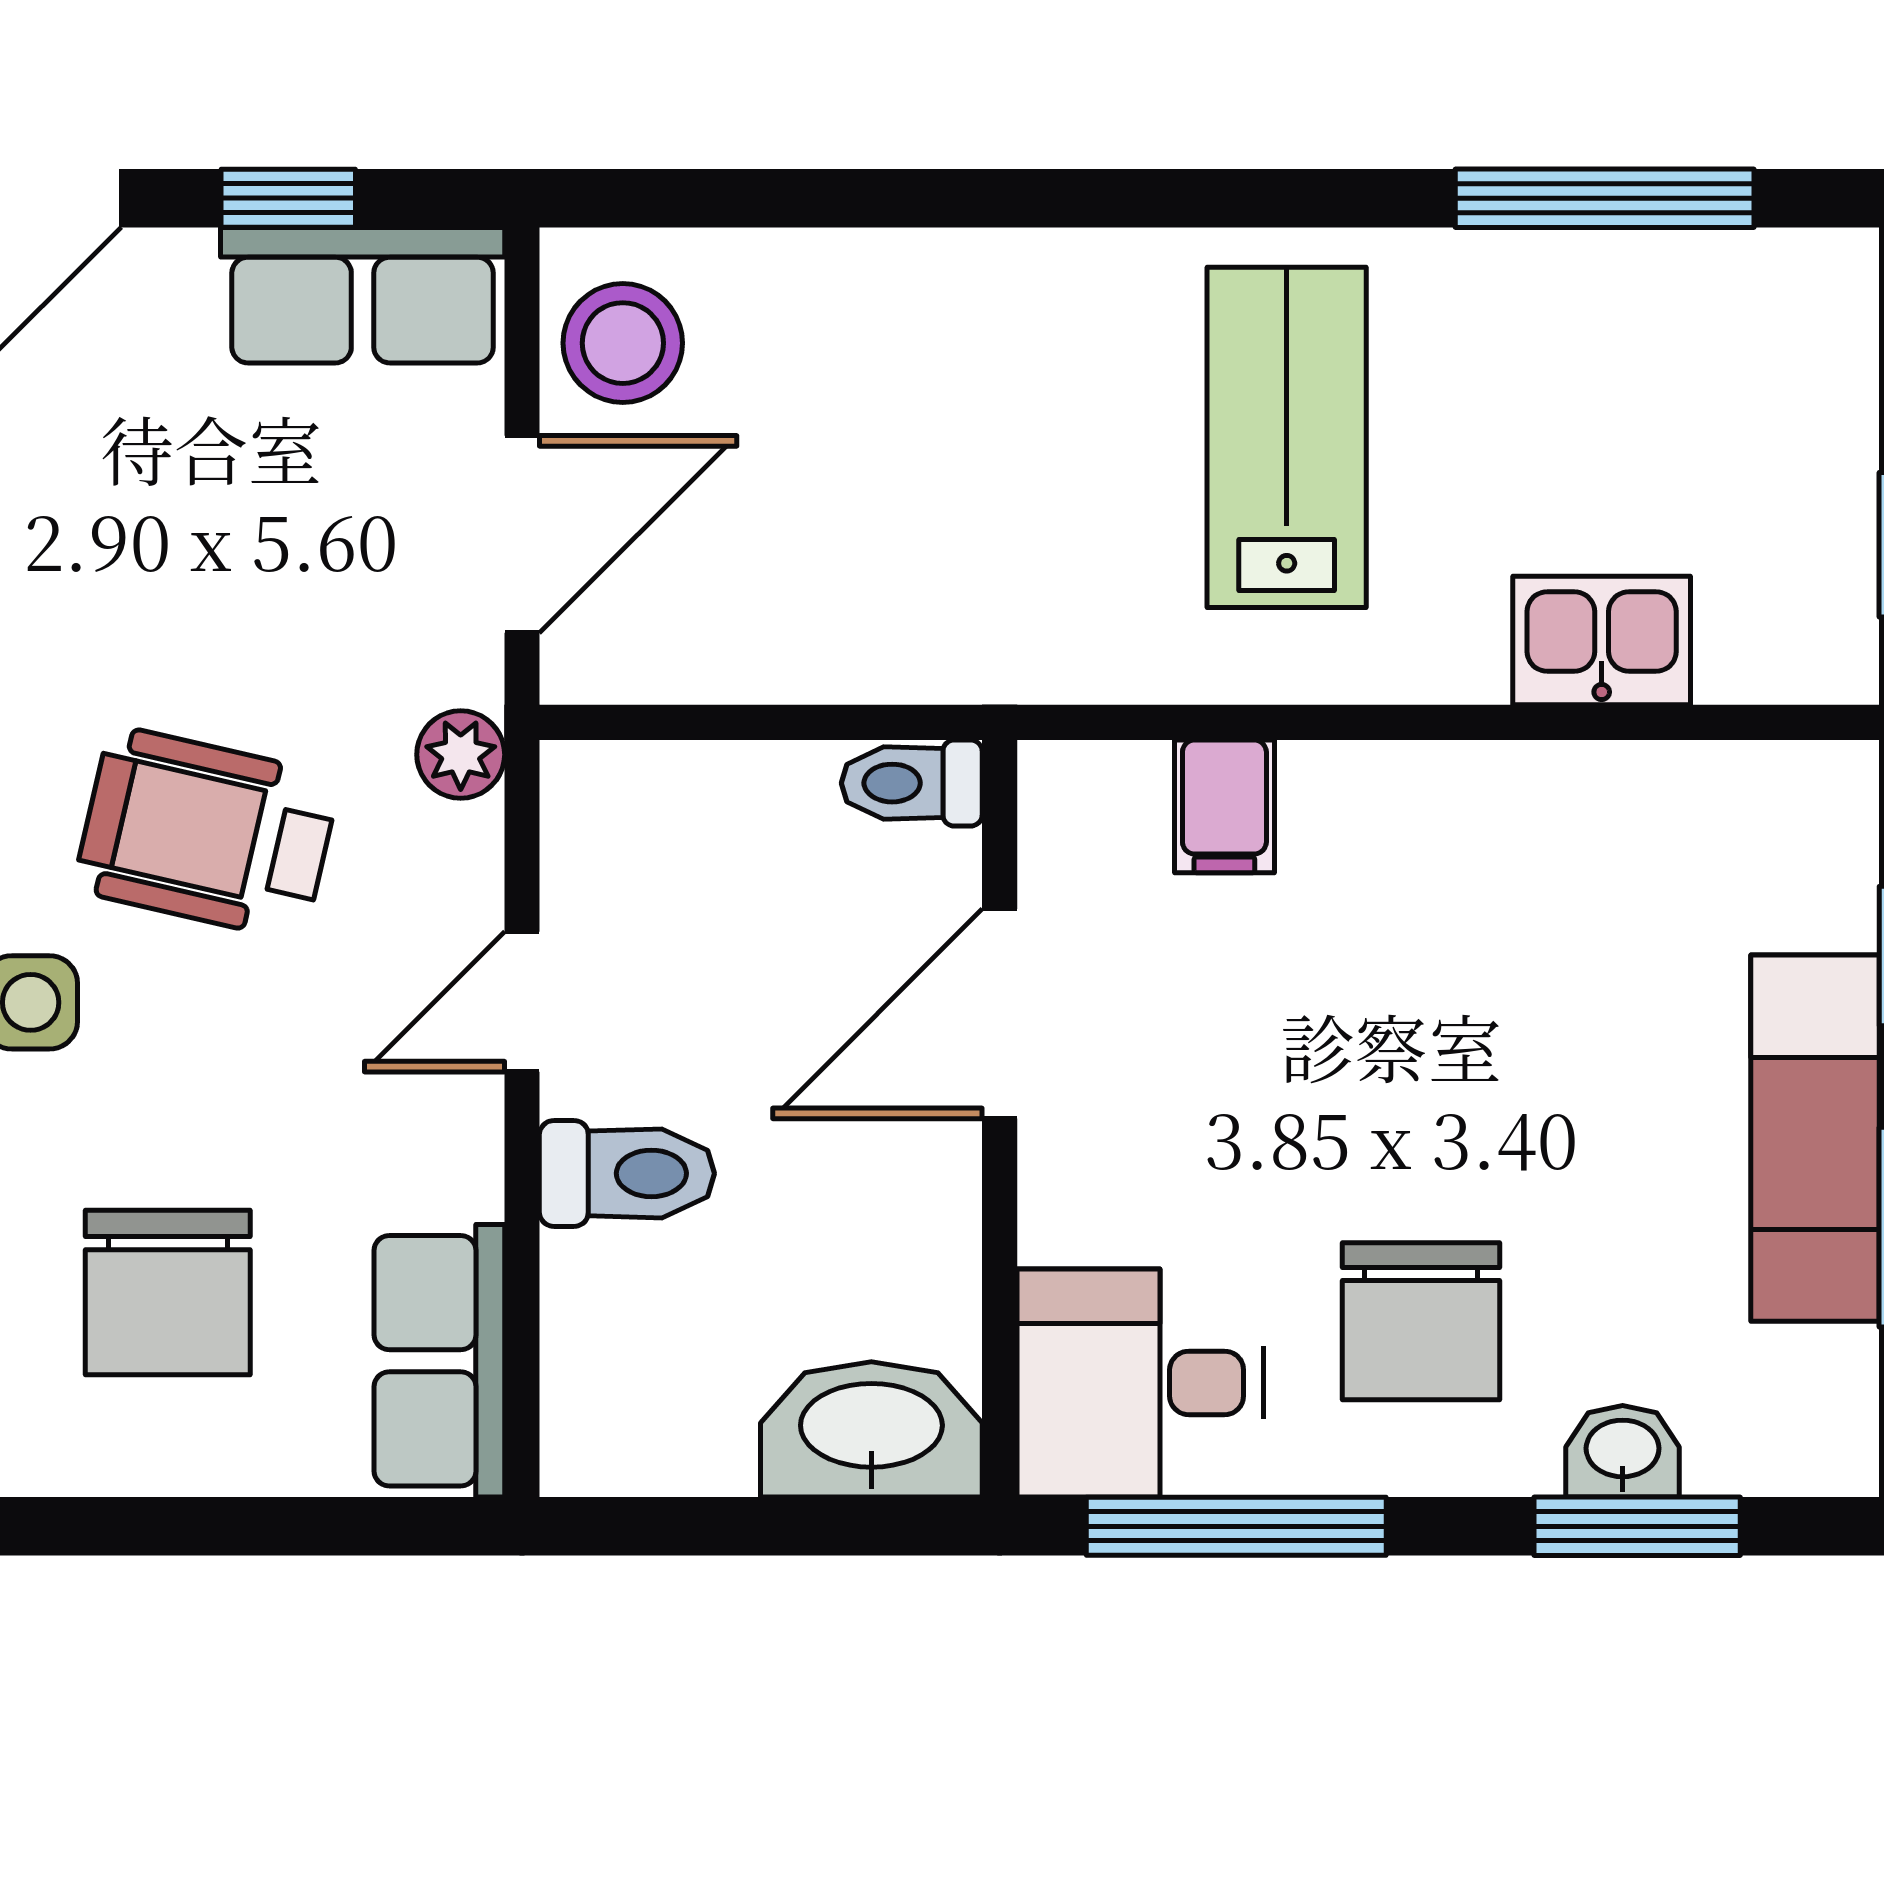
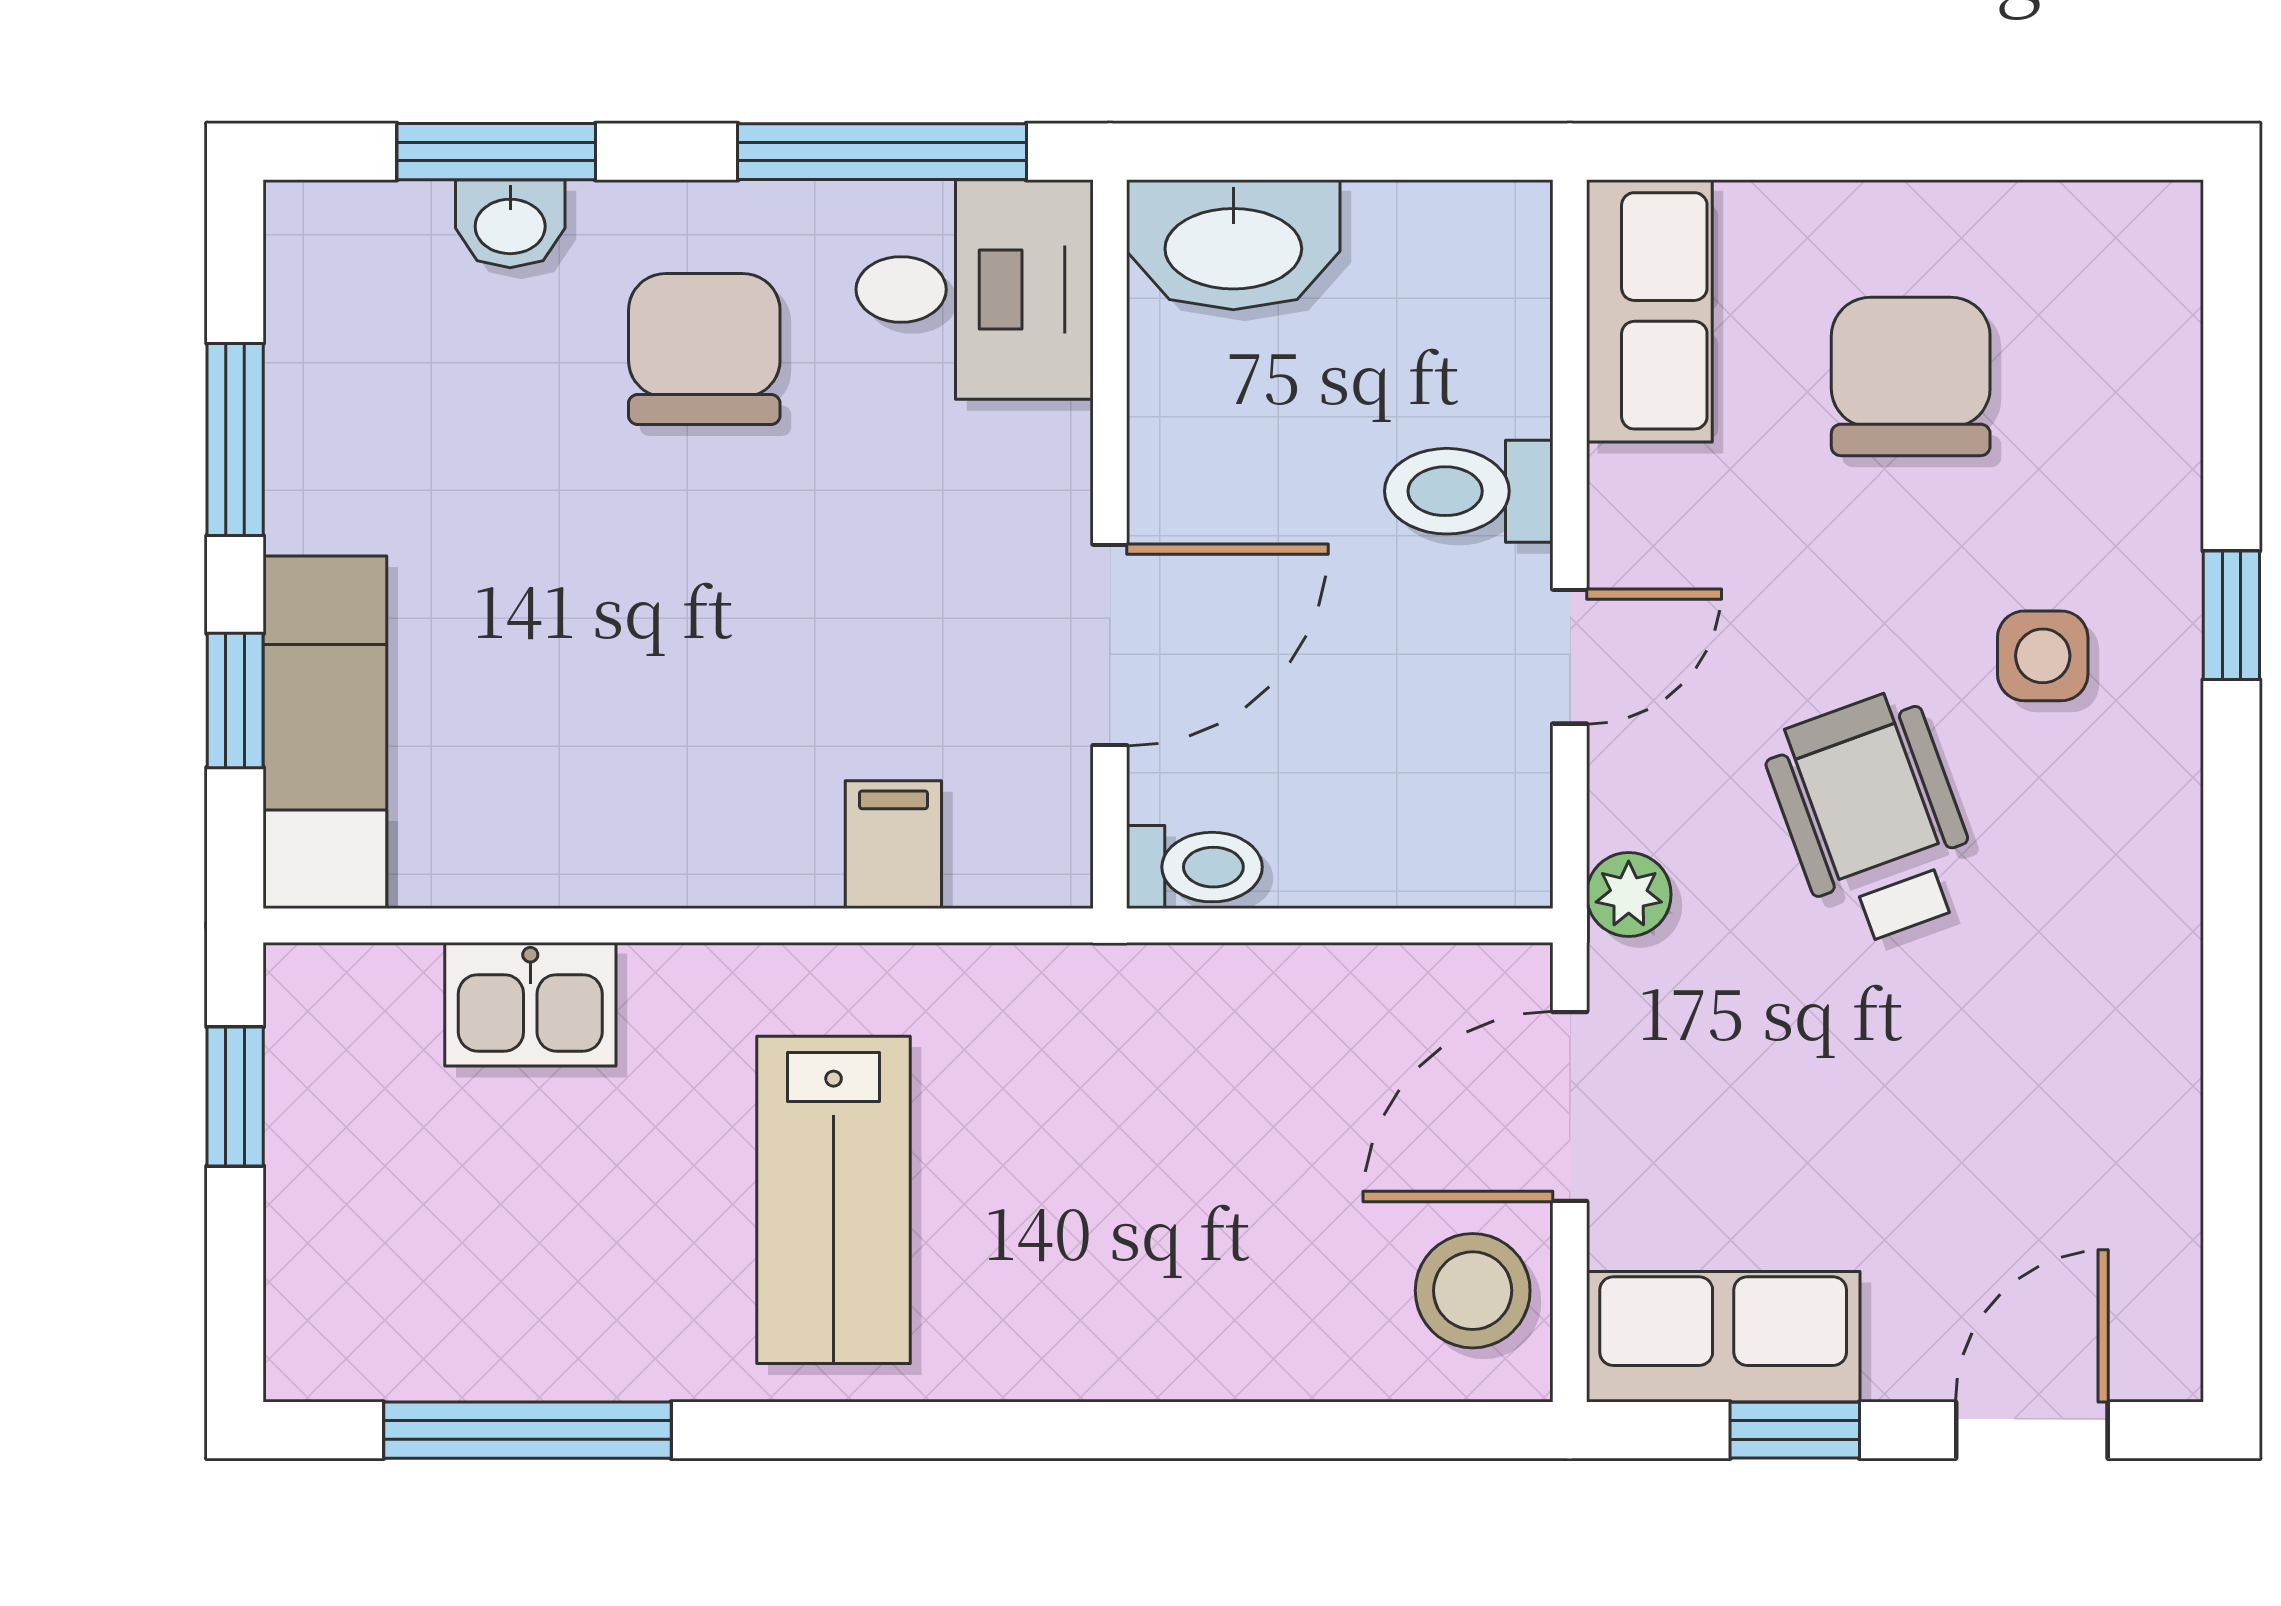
wheelchair: (207, 833) -> (1873, 819), turned -123
exam couch: (1815, 1138) -> (325, 732), moved

